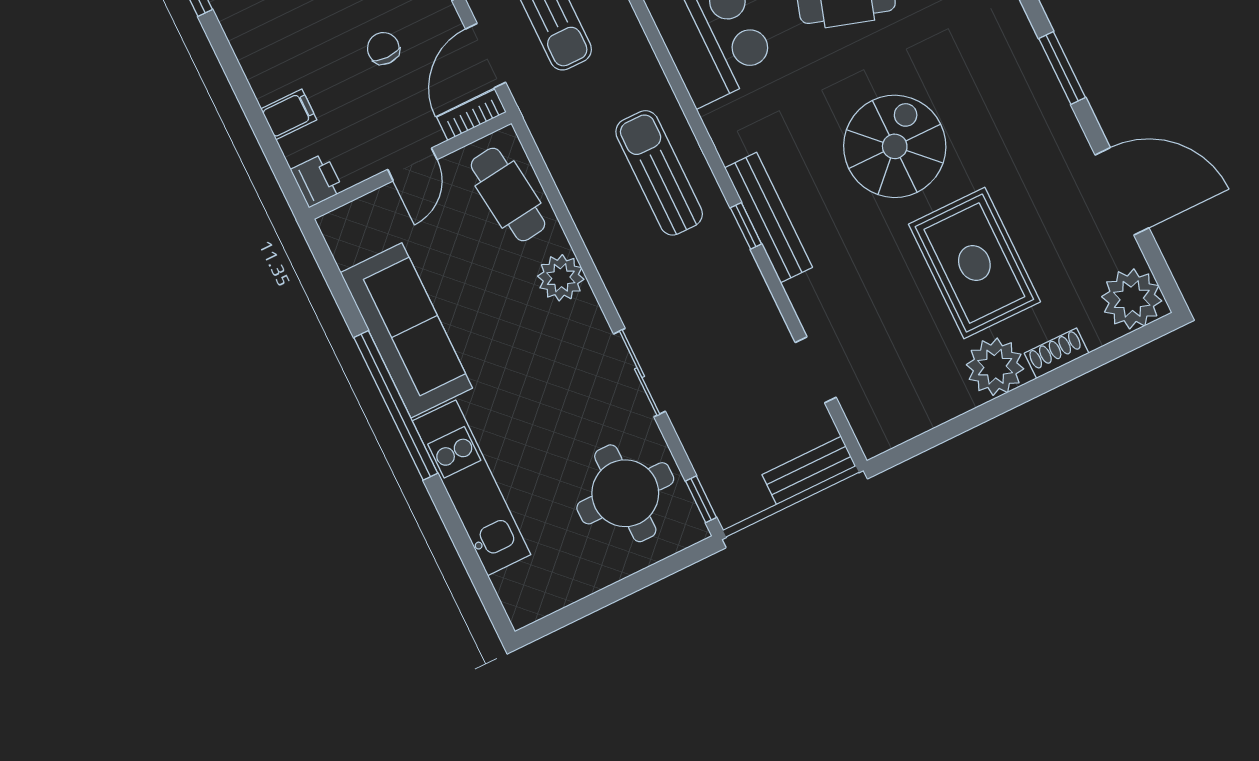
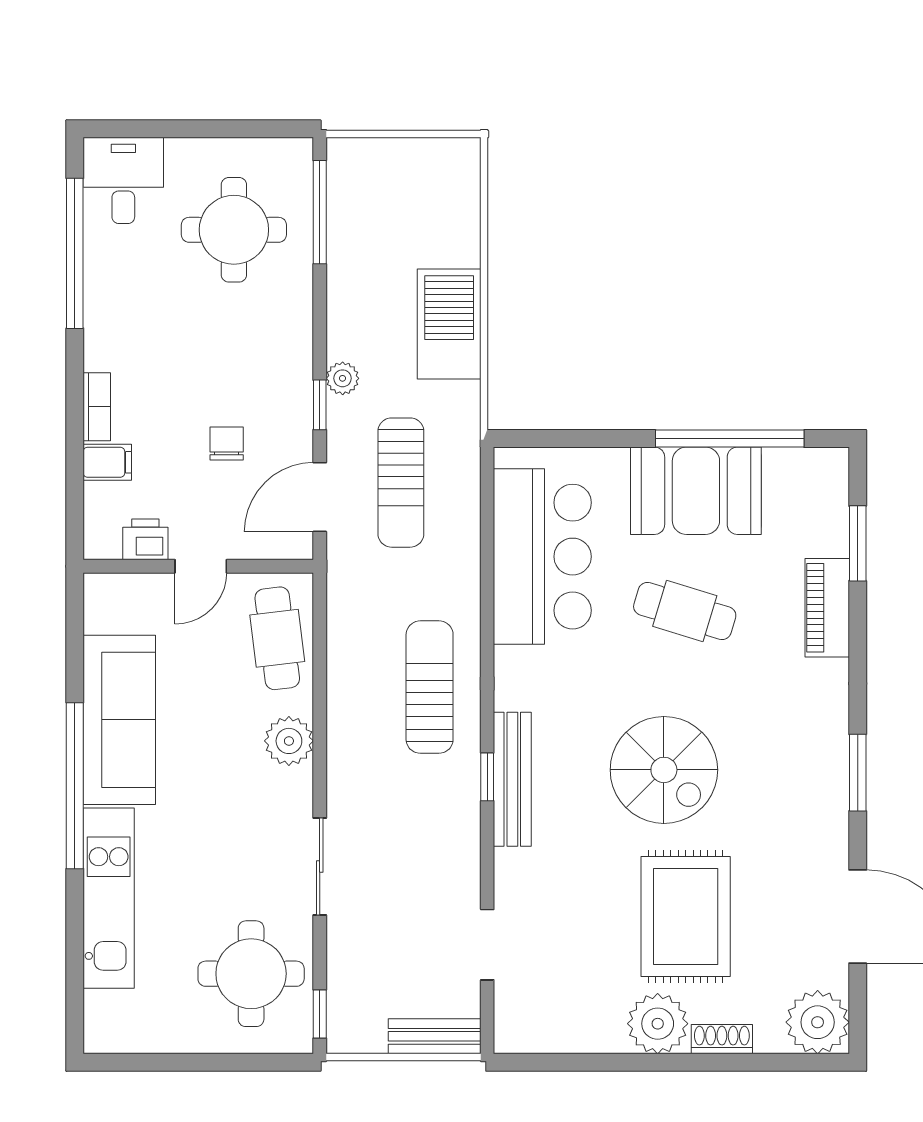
bookcase: (471, 115) -> (97, 407), moved, turned 90
spiral stairs: (895, 146) -> (664, 770), turned 90
printer: (317, 180) -> (145, 539), moved, turned -90

